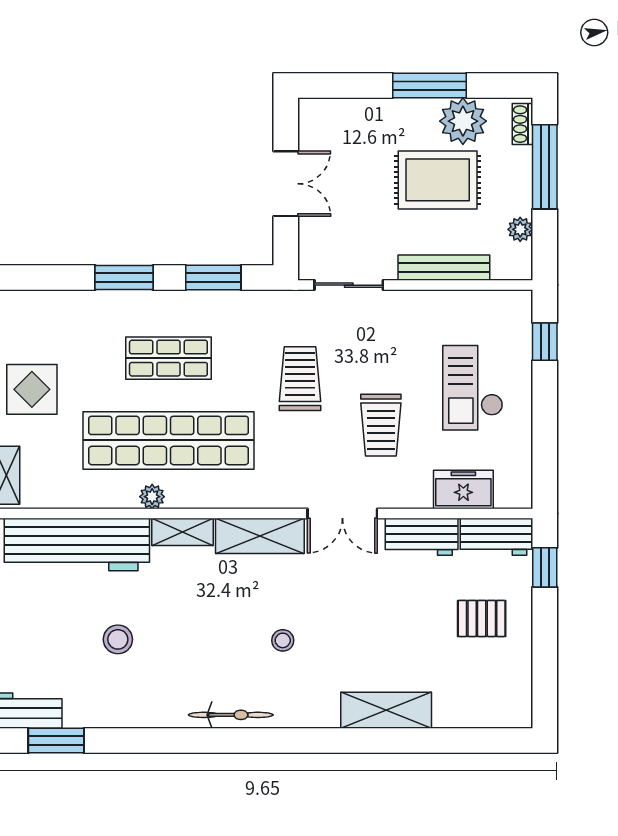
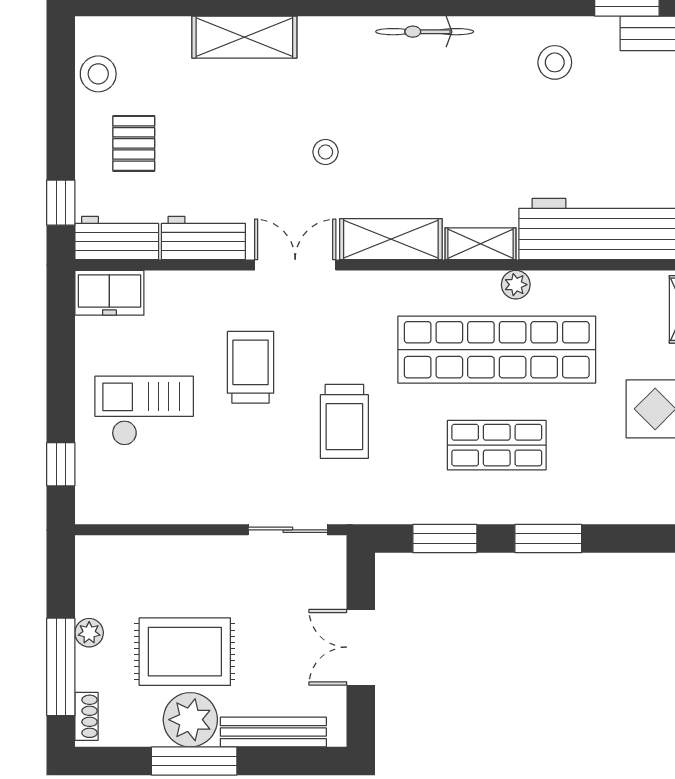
plant: (463, 121) -> (190, 720), moved
plant: (520, 229) -> (89, 633), moved
bench: (444, 268) -> (273, 732), moved
checkout: (473, 388) -> (144, 411), turned -90
freezer: (463, 490) -> (109, 293), moved
pallet: (482, 618) -> (134, 143), turned 90
stool: (118, 639) -> (555, 62), moved
stool: (283, 640) -> (326, 152), moved
stool: (512, 678) -> (98, 74), added

